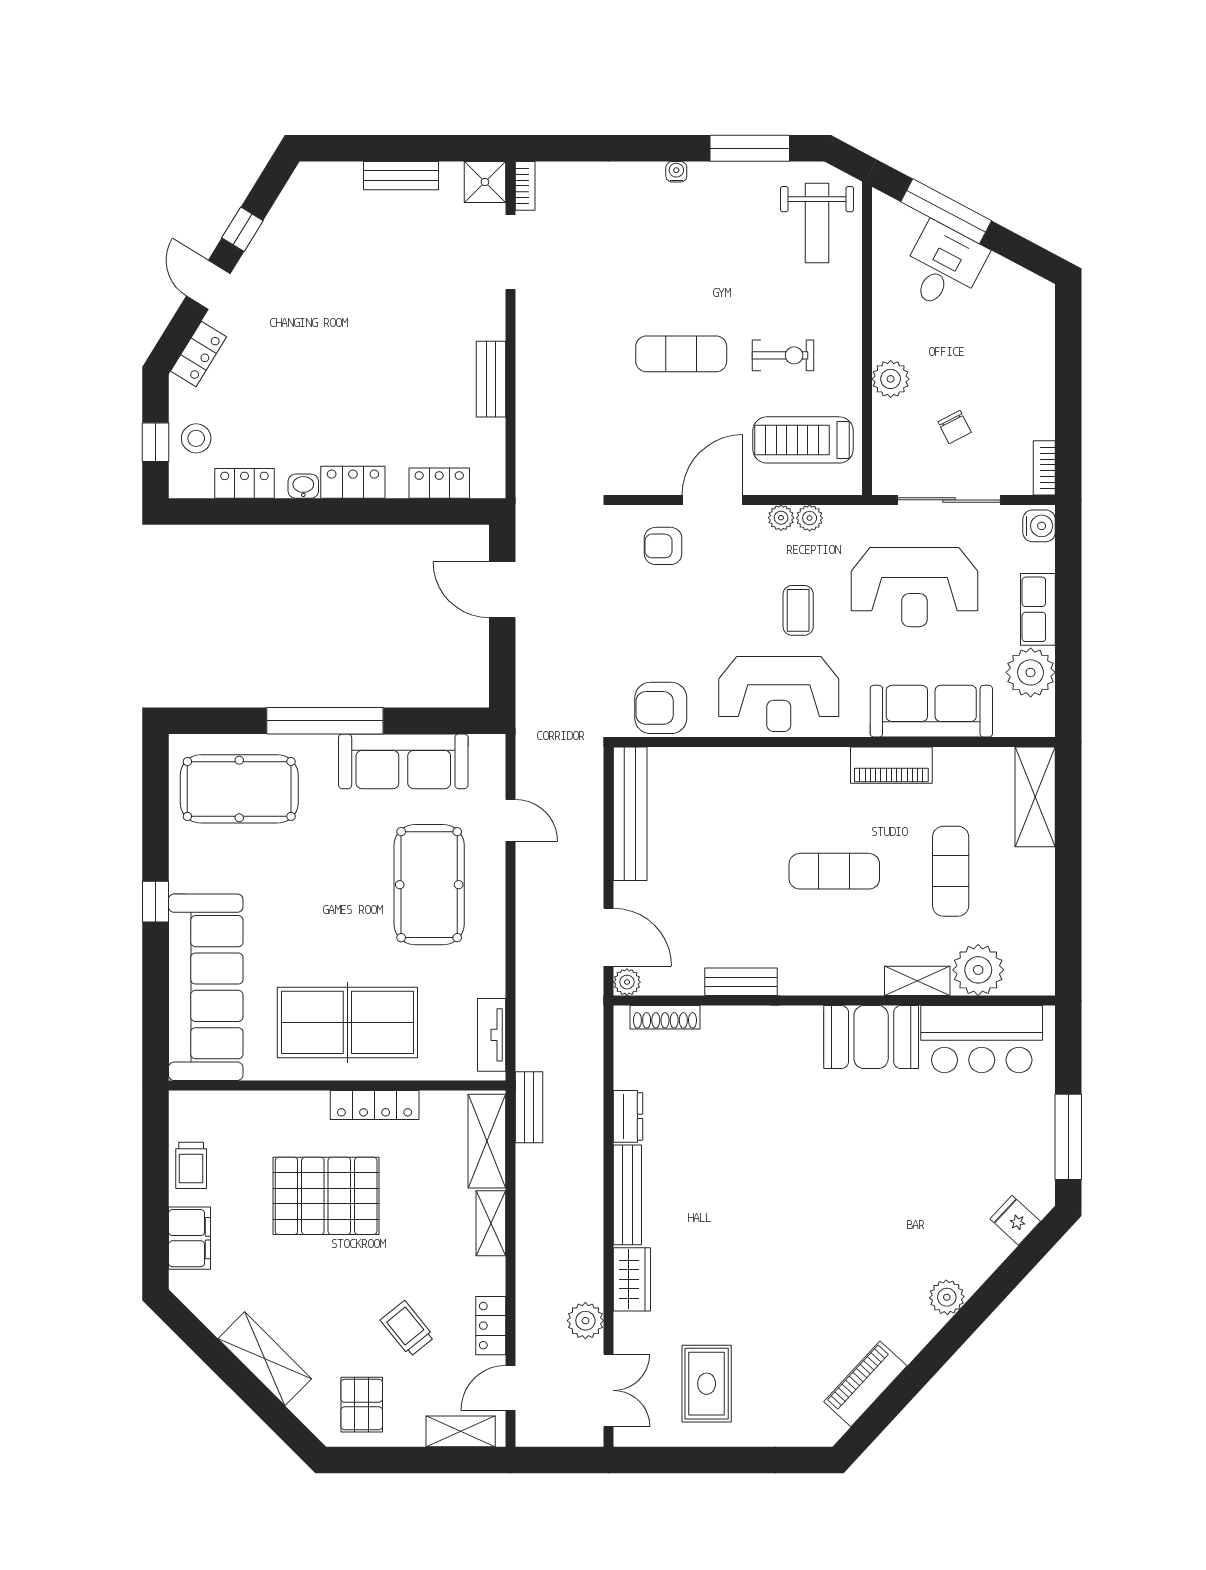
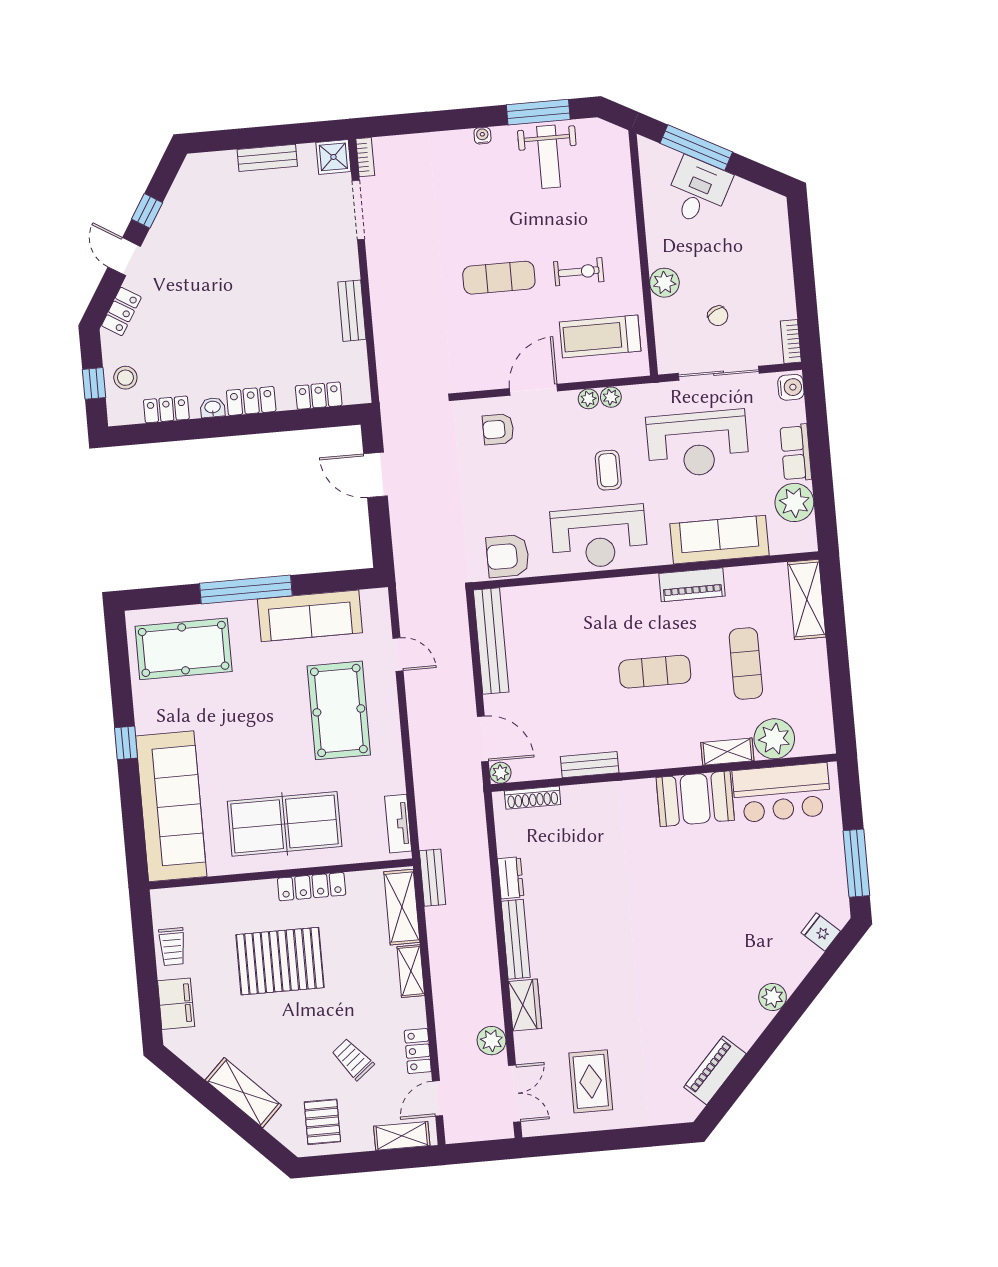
weight bench: (817, 223) -> (548, 157), moved

